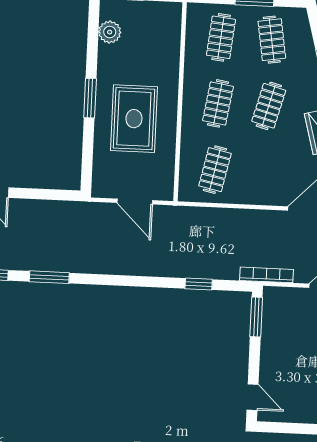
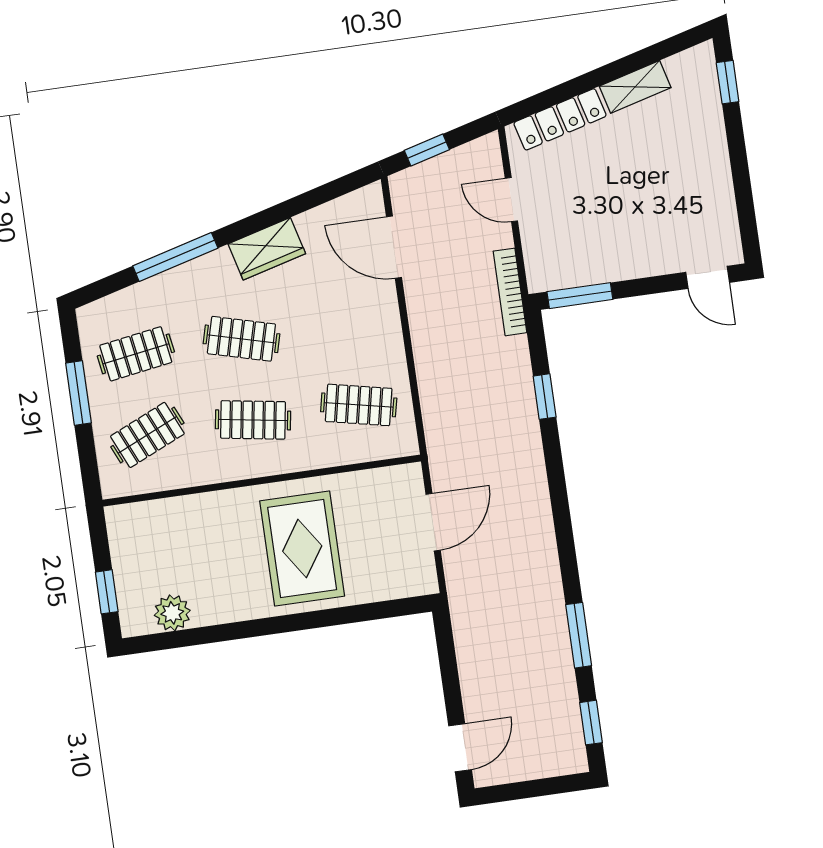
clothes rail: (221, 37) -> (147, 435), turned -30
window: (90, 98) -> (283, 624), removed
rug: (134, 119) -> (302, 548), turned 90
door: (253, 397) -> (708, 277), swing flipped

